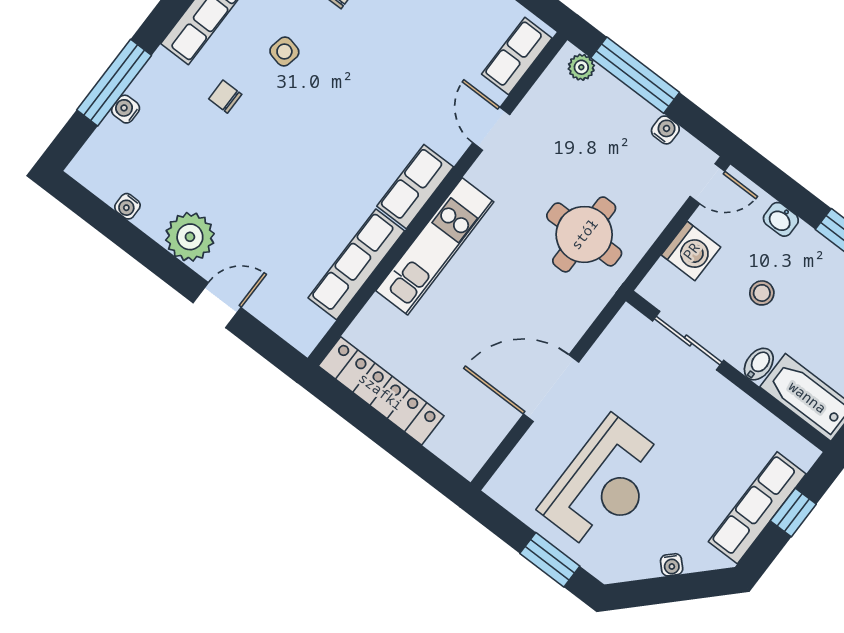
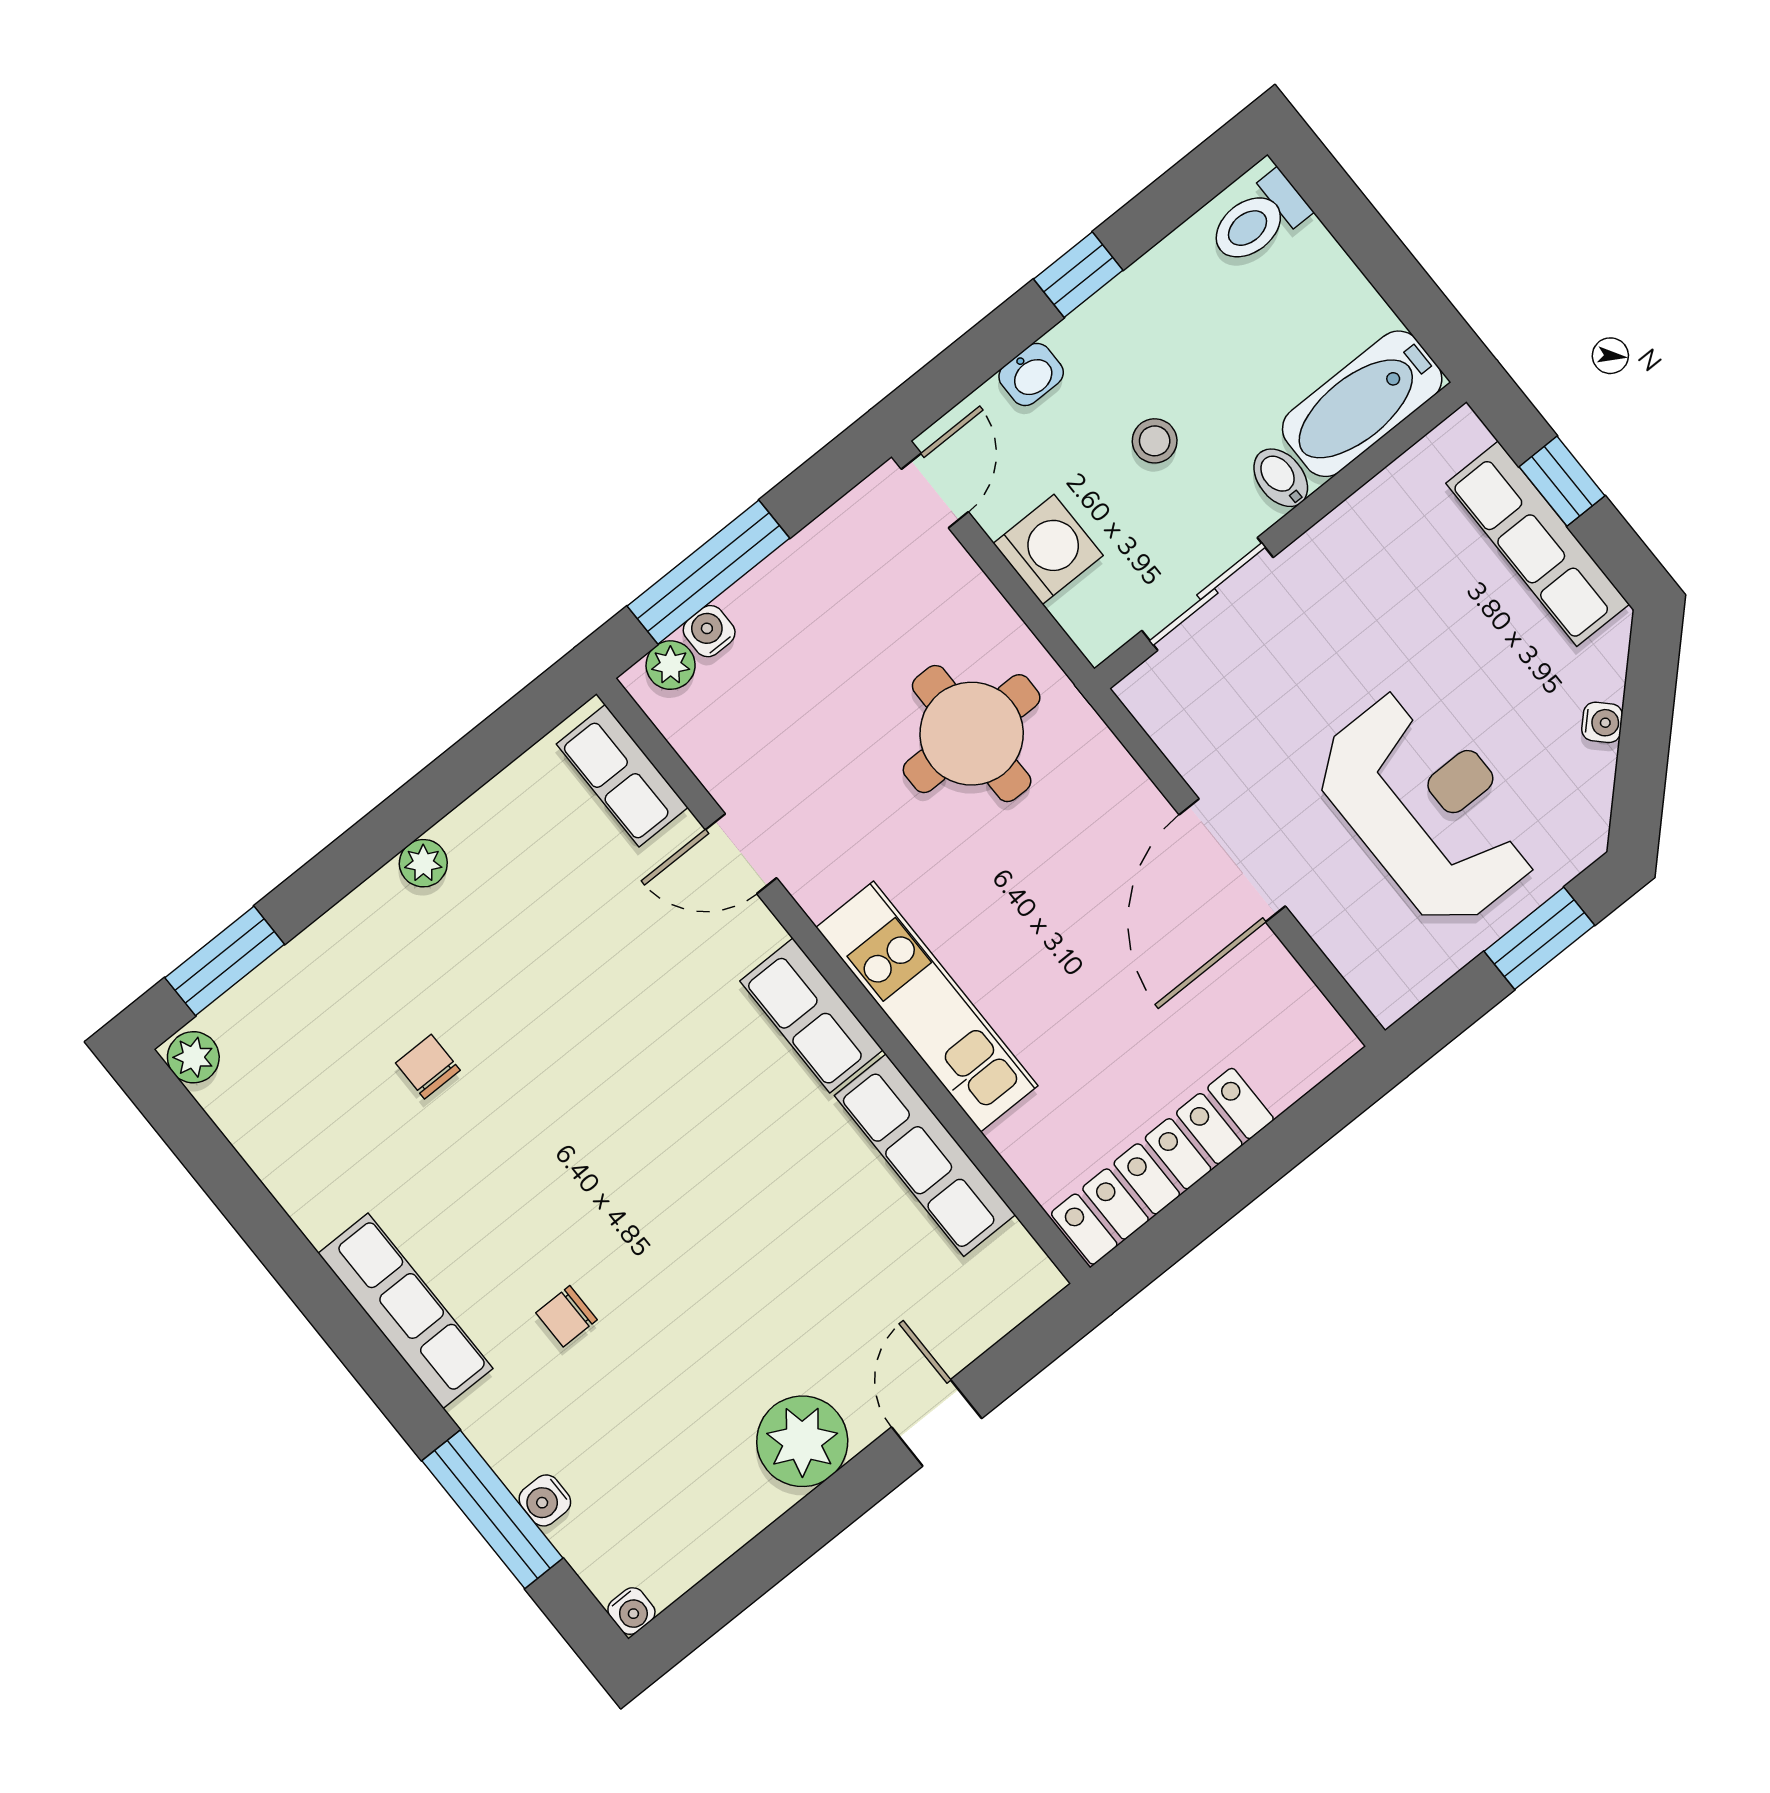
side table: (284, 51) -> (512, 1190), removed
water cooler: (665, 130) -> (709, 631), moved
water cooler: (127, 206) -> (631, 1611), moved

